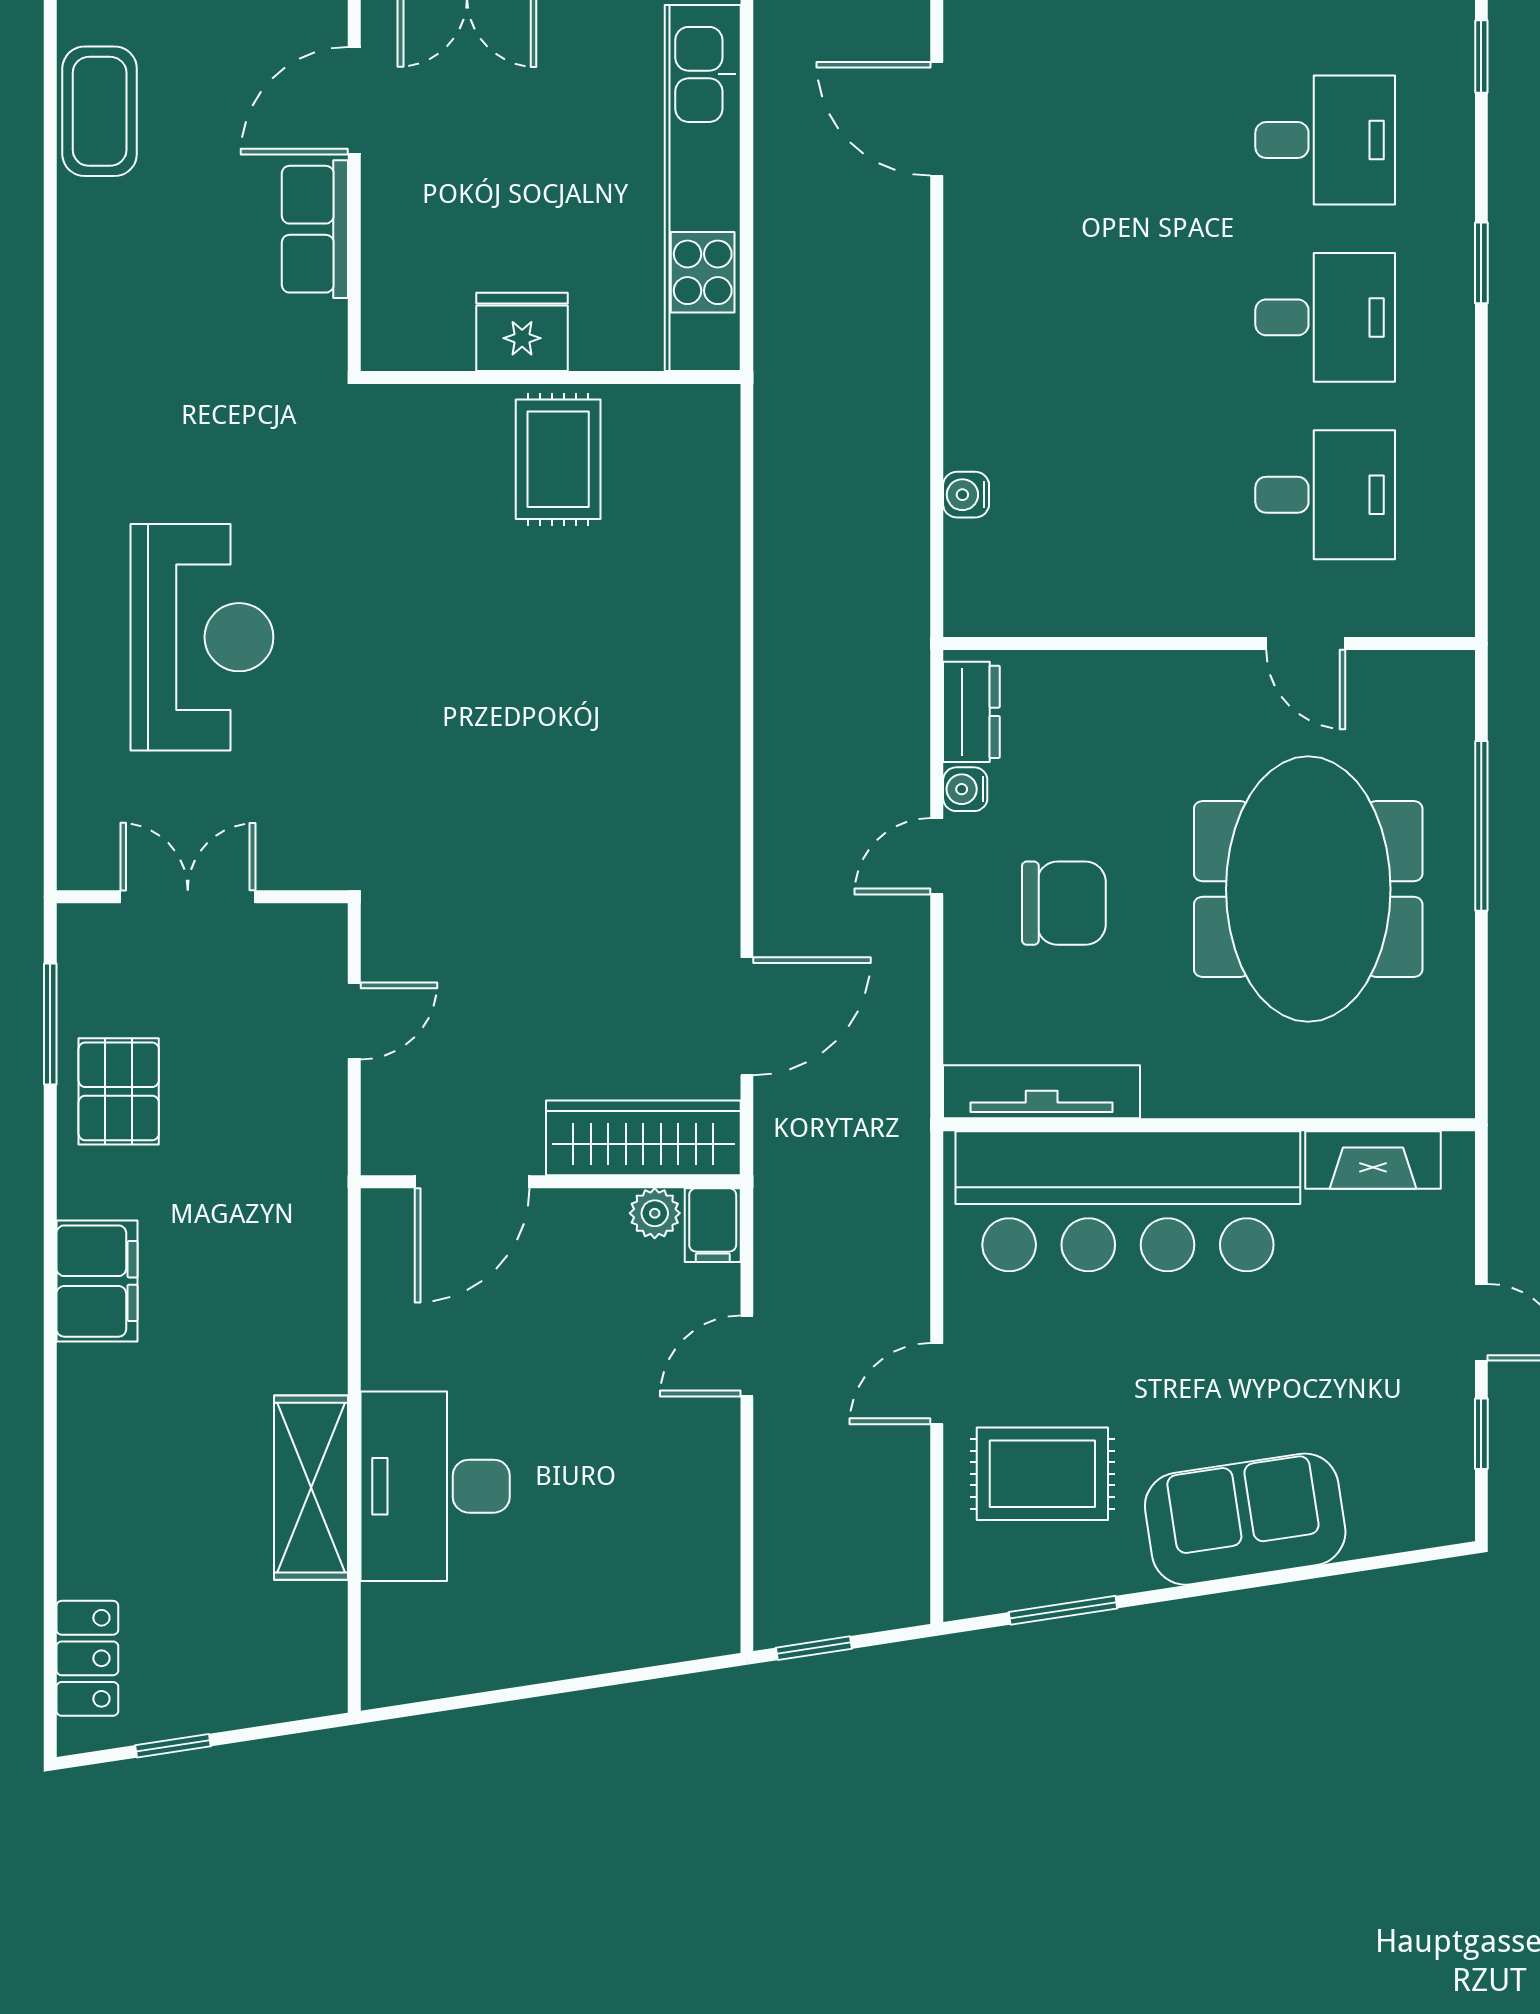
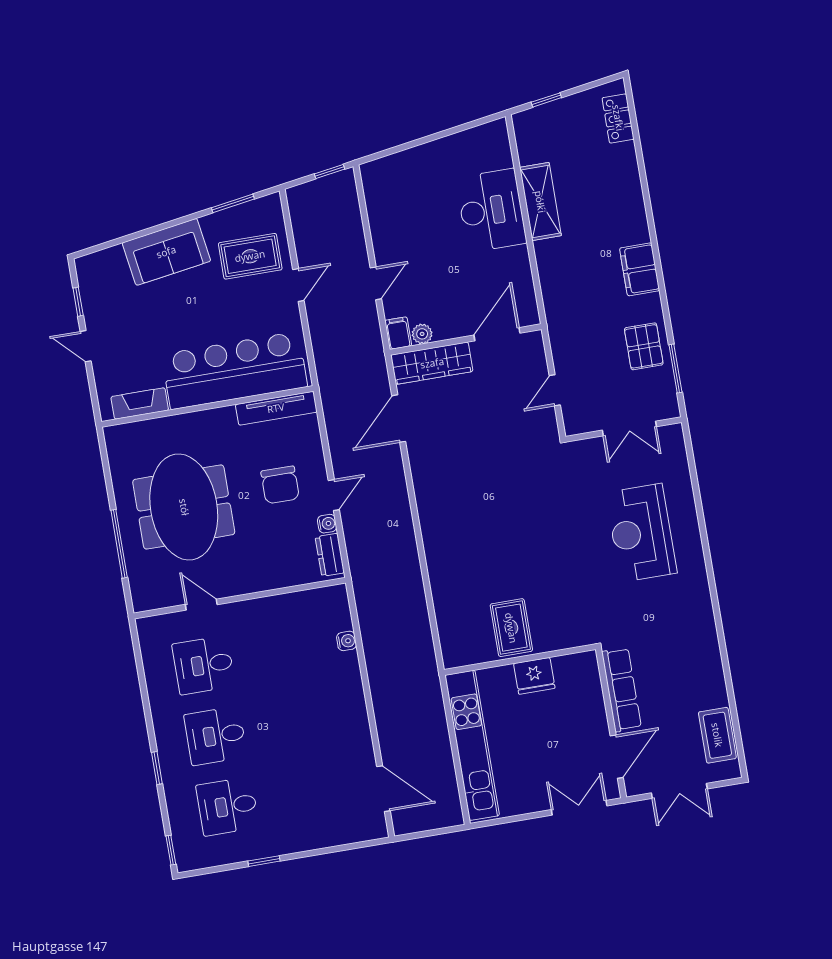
row of seats: (315, 229) -> (621, 690), width x1.48
chair: (1064, 903) -> (280, 485), turned -90
window: (173, 1746) -> (546, 100), moved

